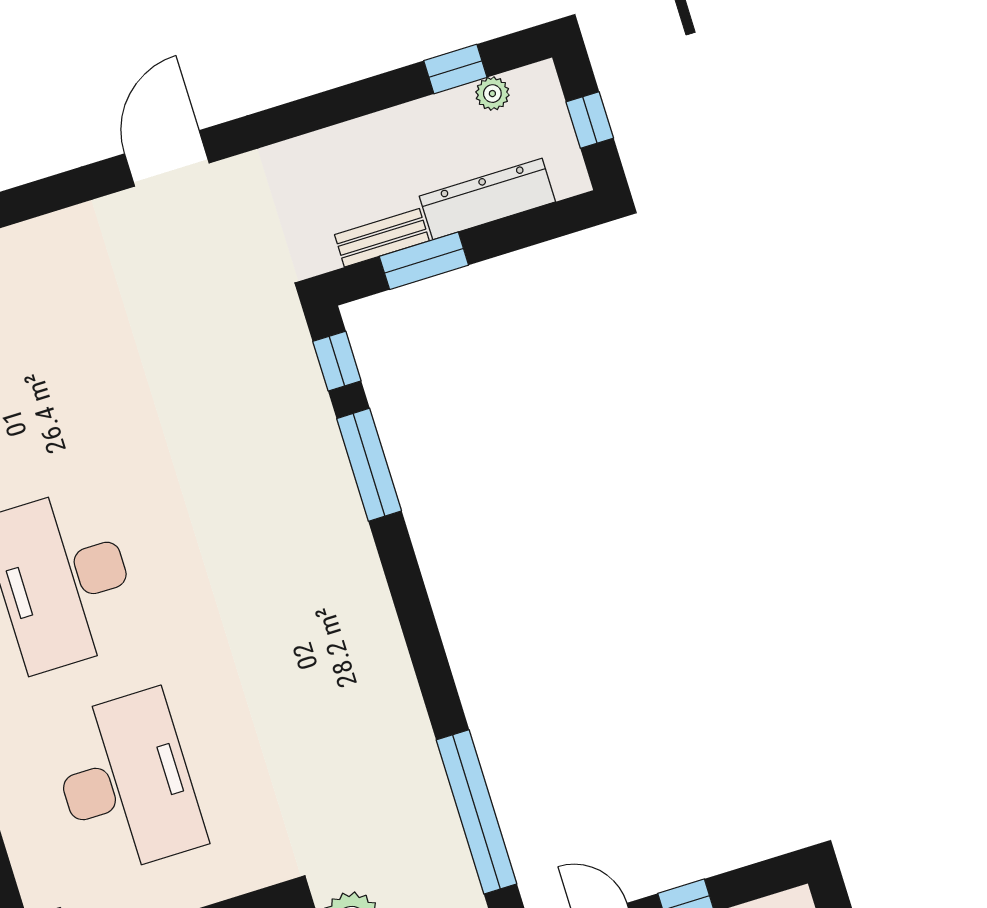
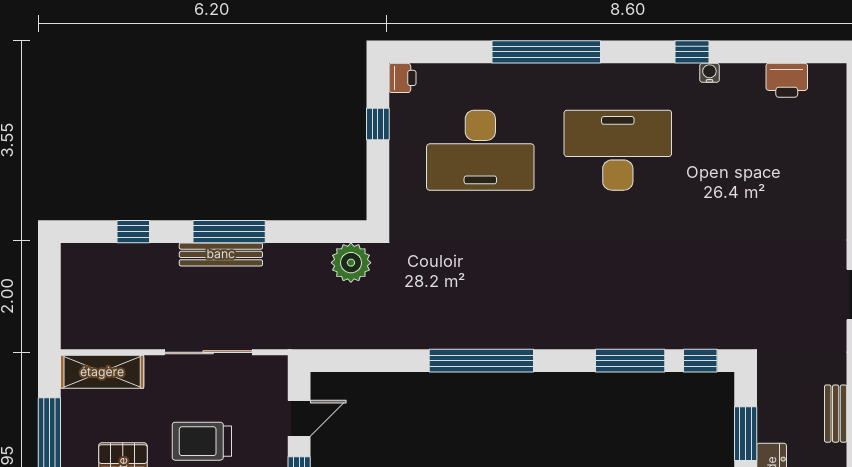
bench: (382, 238) -> (836, 414), moved
window: (477, 812) -> (481, 361), moved

